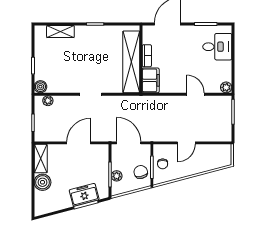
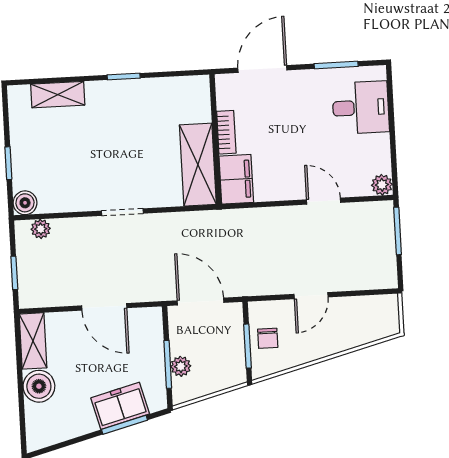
shelving: (131, 62) -> (198, 165), width x0.68
door: (79, 143) -> (104, 307), swing flipped
chair: (141, 172) -> (227, 356), removed

